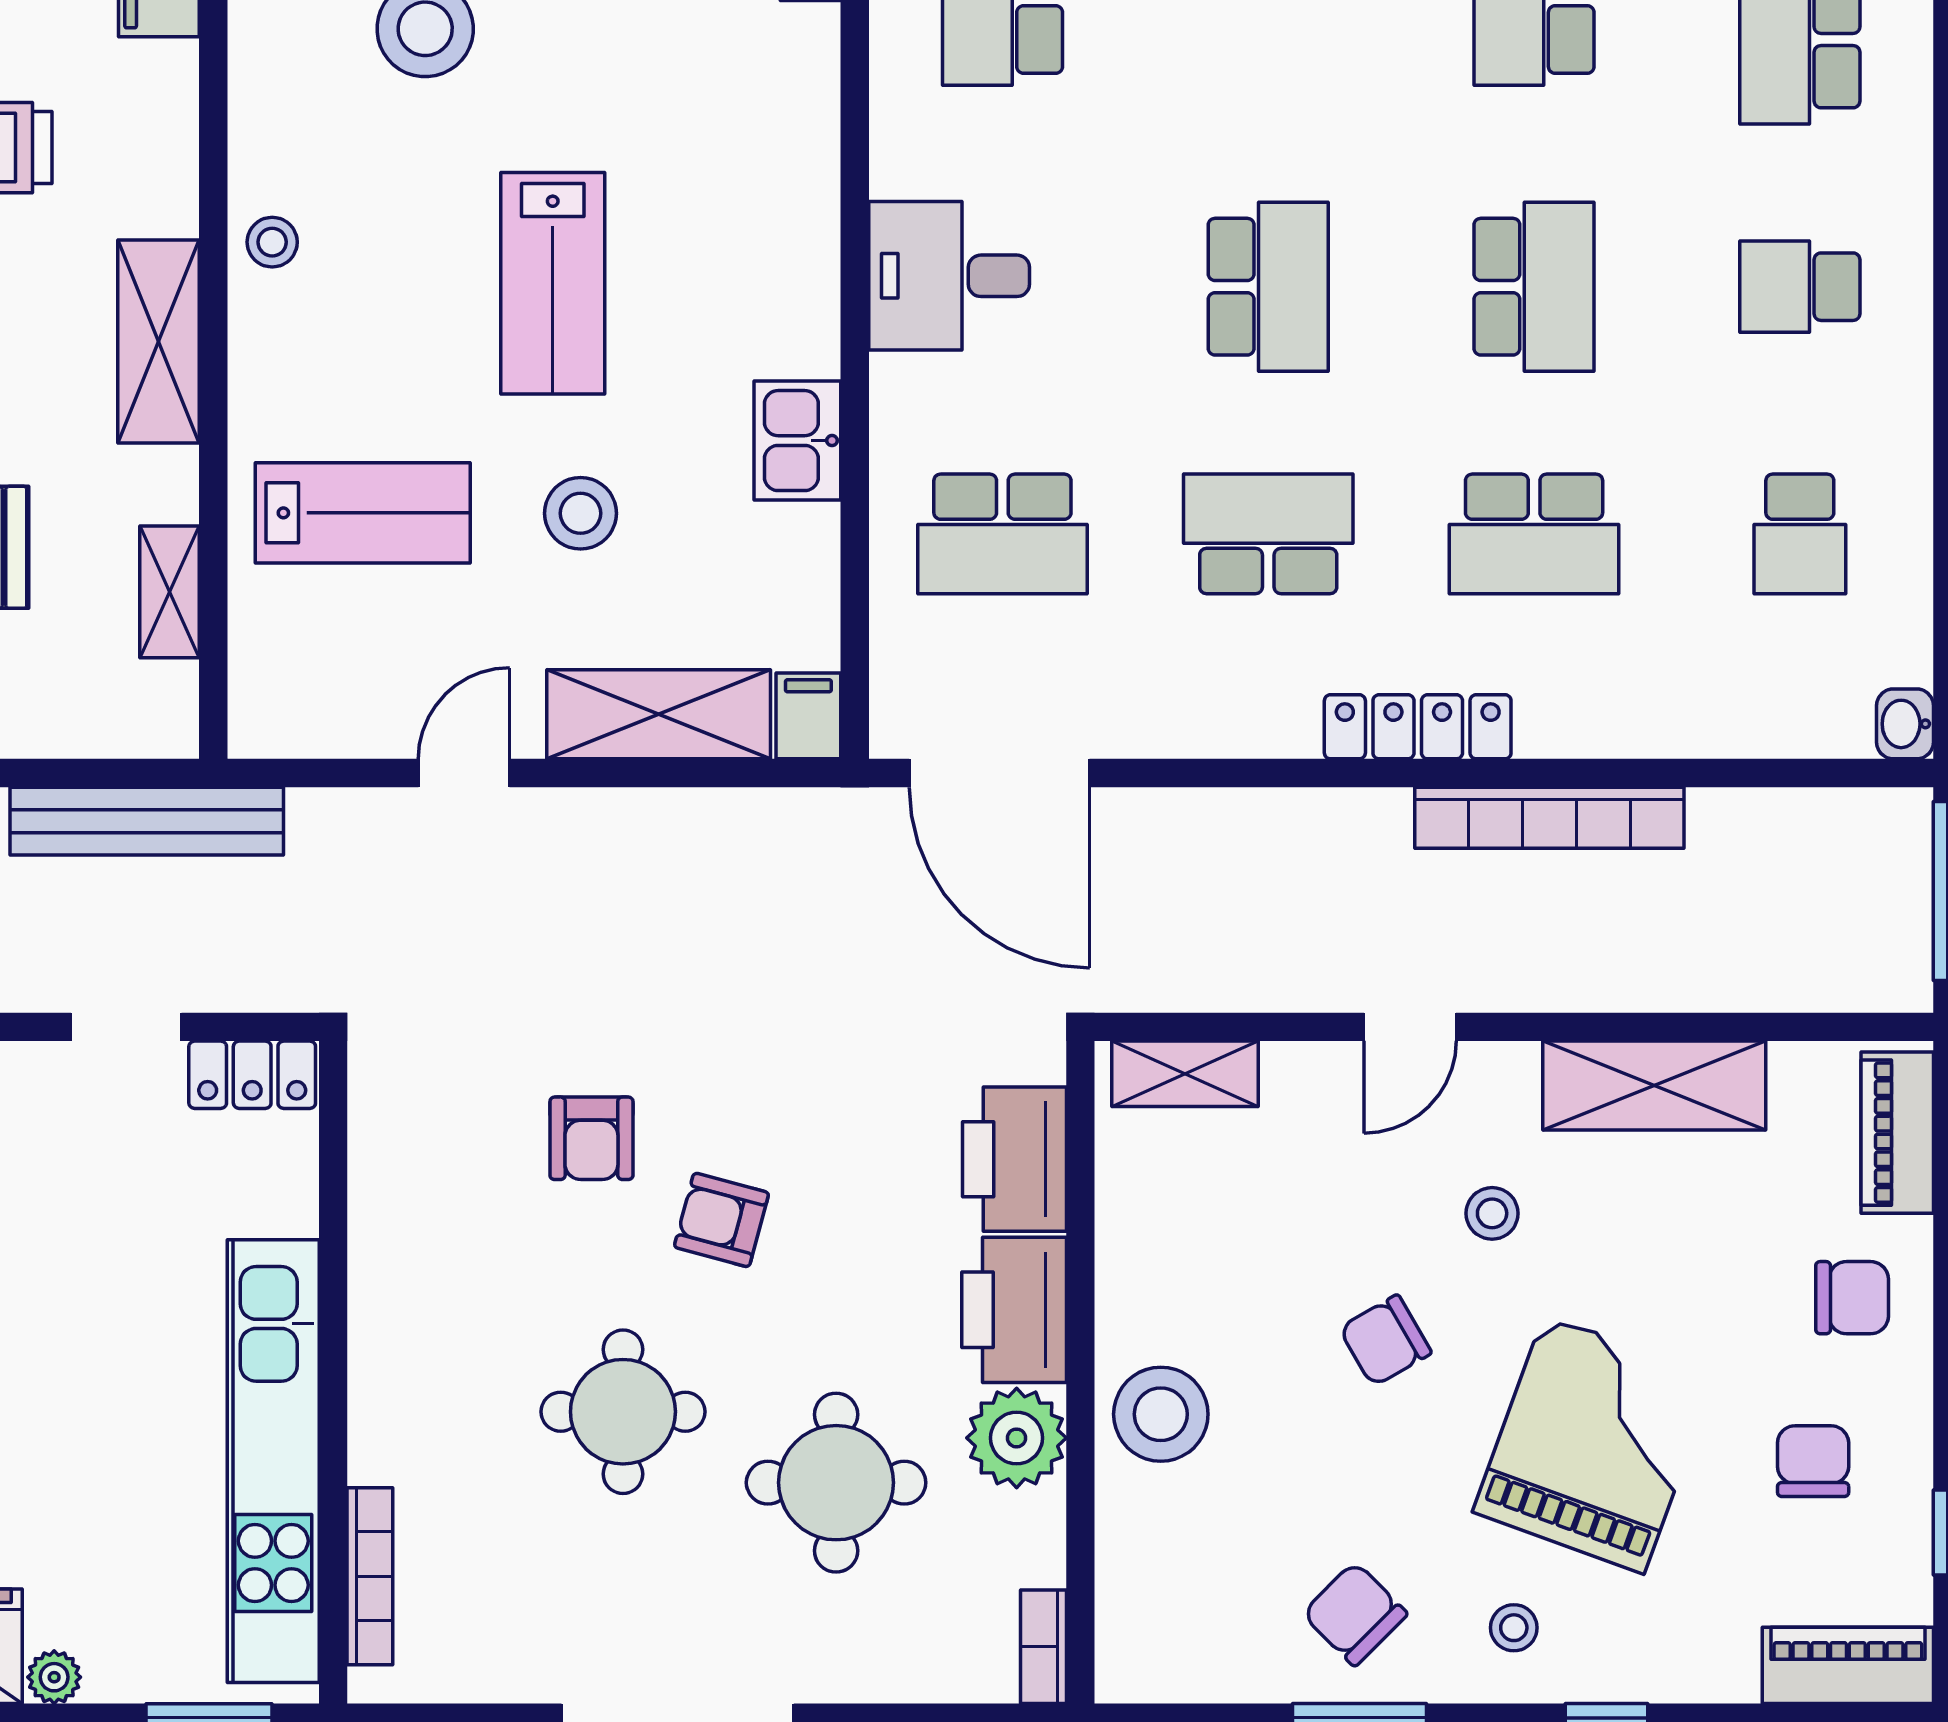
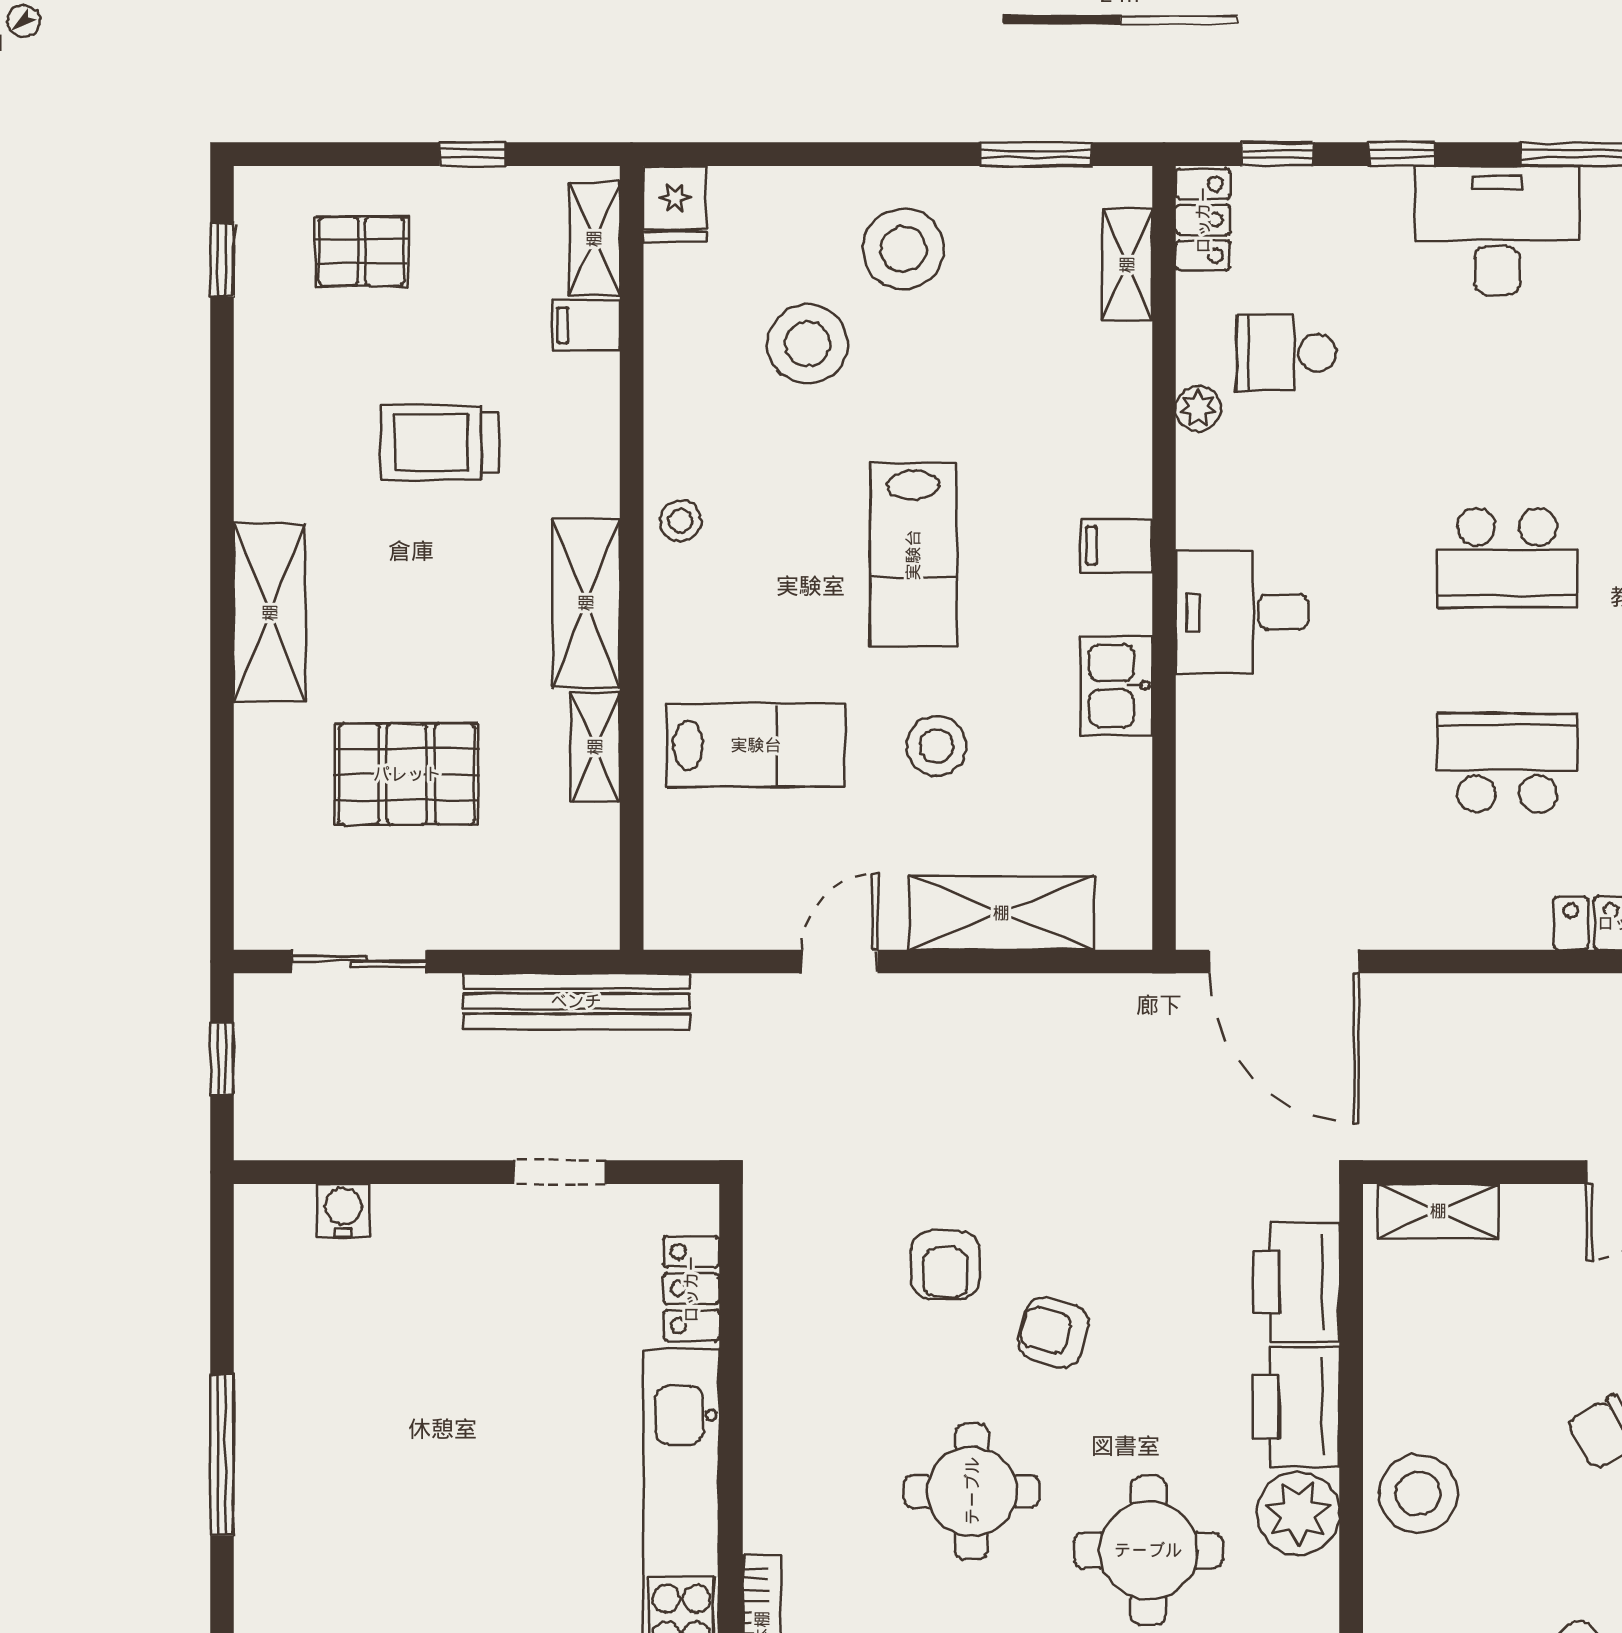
plant: (896, 107) -> (1198, 408), added
desk: (949, 276) -> (1242, 612), moved
school desk: (1268, 287) -> (1507, 558), turned 90
school desk: (1002, 534) -> (1287, 763), removed
shelving: (170, 592) -> (595, 747), moved
filing cabinet: (808, 716) -> (1117, 546), moved, turned -90
locker: (252, 1075) -> (691, 1289), moved, turned 90

